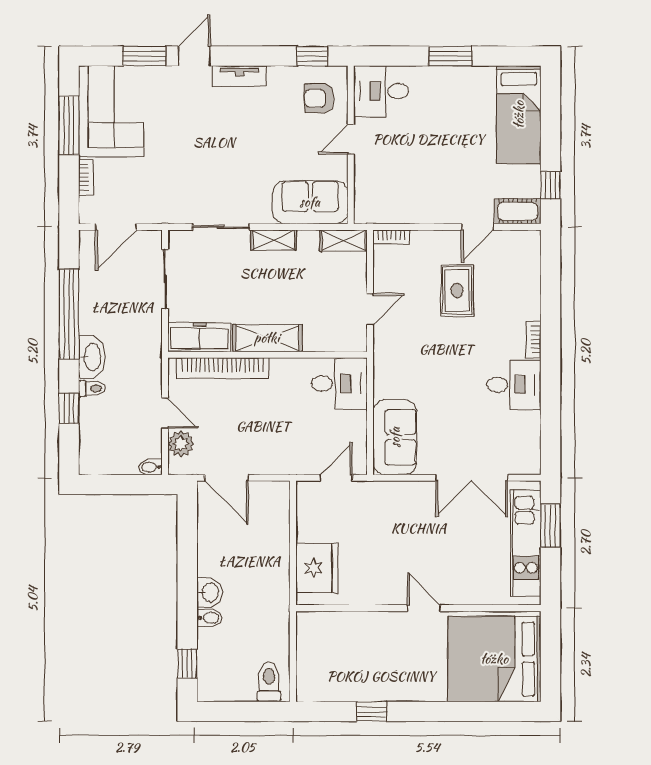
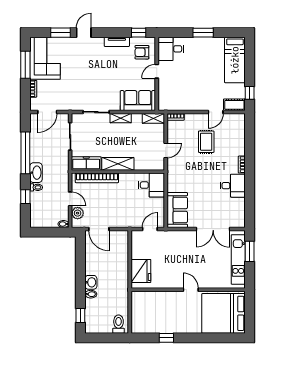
tv unit: (239, 76) -> (117, 42), moved

